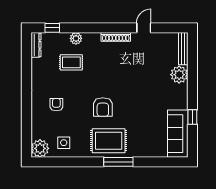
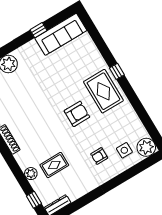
rug: (71, 62) -> (54, 165), turned 90
side table: (64, 143) -> (124, 150), moved
window: (118, 162) -> (117, 71), width x0.46

